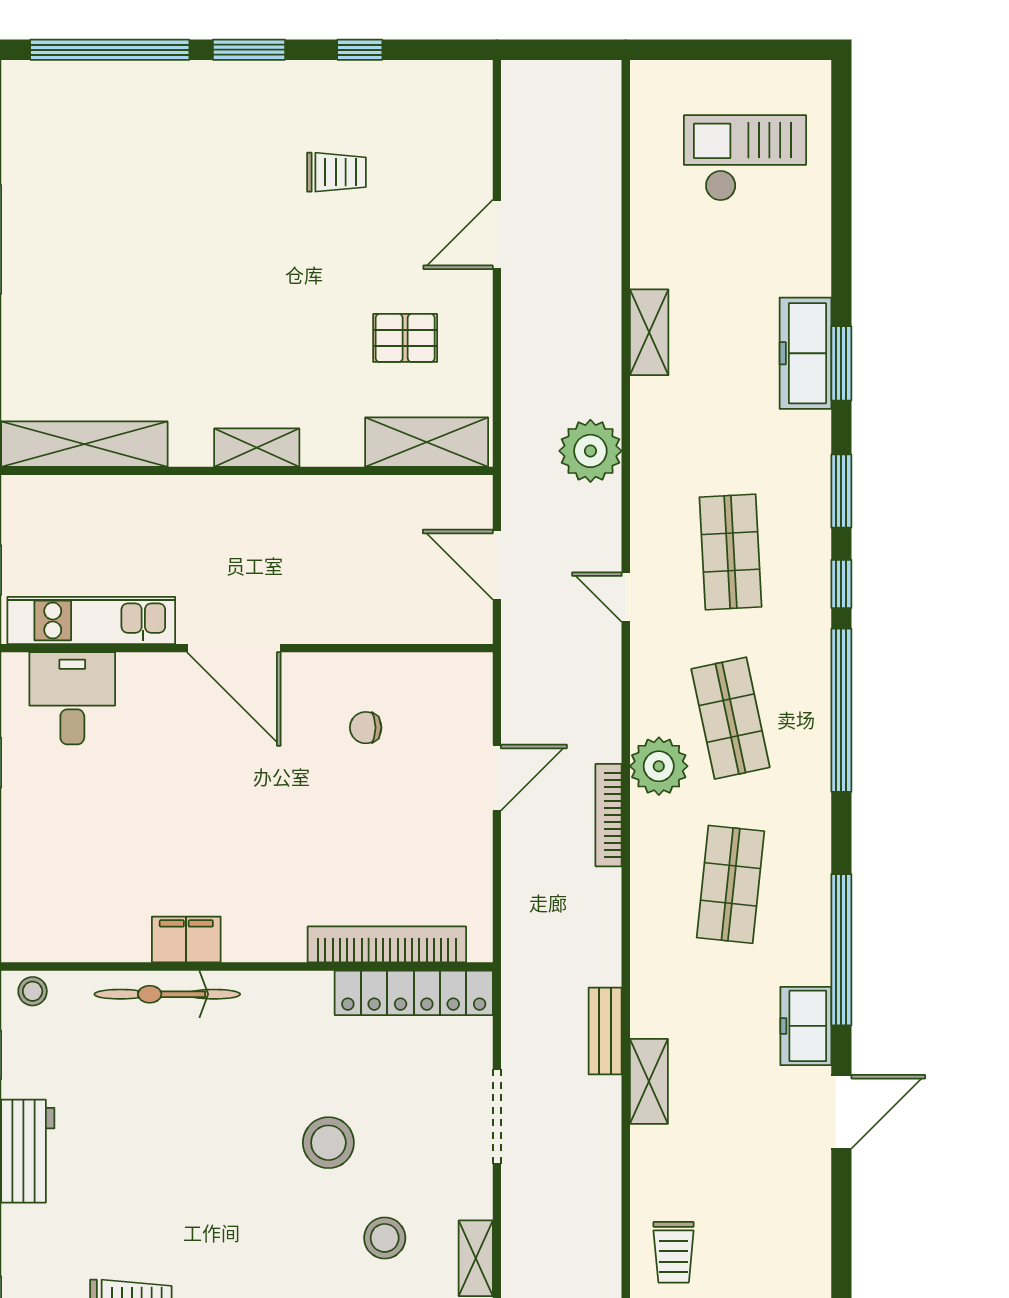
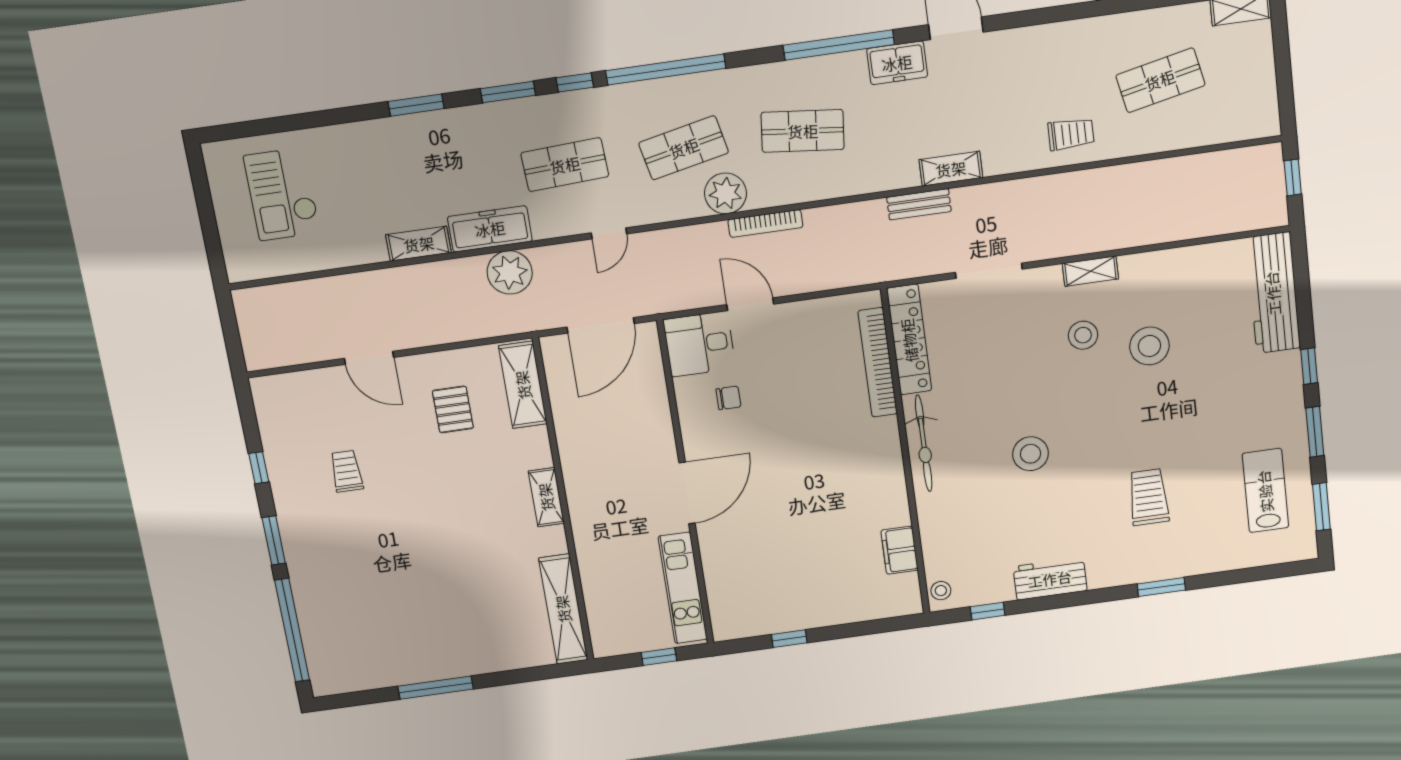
freezer: (805, 353) -> (490, 229), moved, turned 180
door: (497, 565) -> (601, 325), width x1.36
desk: (72, 698) -> (699, 344), moved
chair: (366, 728) -> (728, 398), turned -90
filing cabinet: (186, 940) -> (900, 550), moved
bicycle: (167, 994) -> (924, 443), moved
stool: (328, 1143) -> (1031, 454), moved

